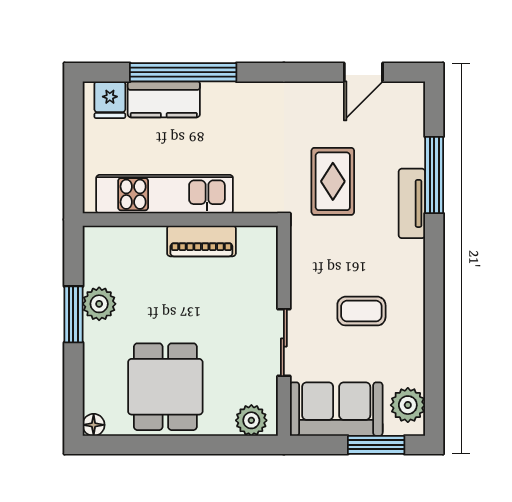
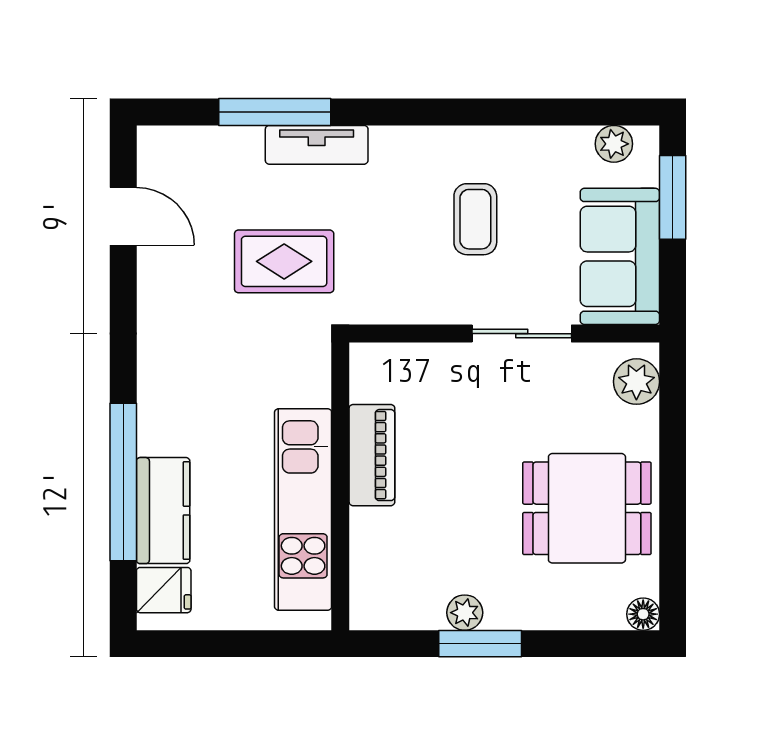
plant: (99, 304) -> (465, 613), width x0.73, depth x0.73
plant: (408, 405) -> (614, 144), width x0.73, depth x0.73

